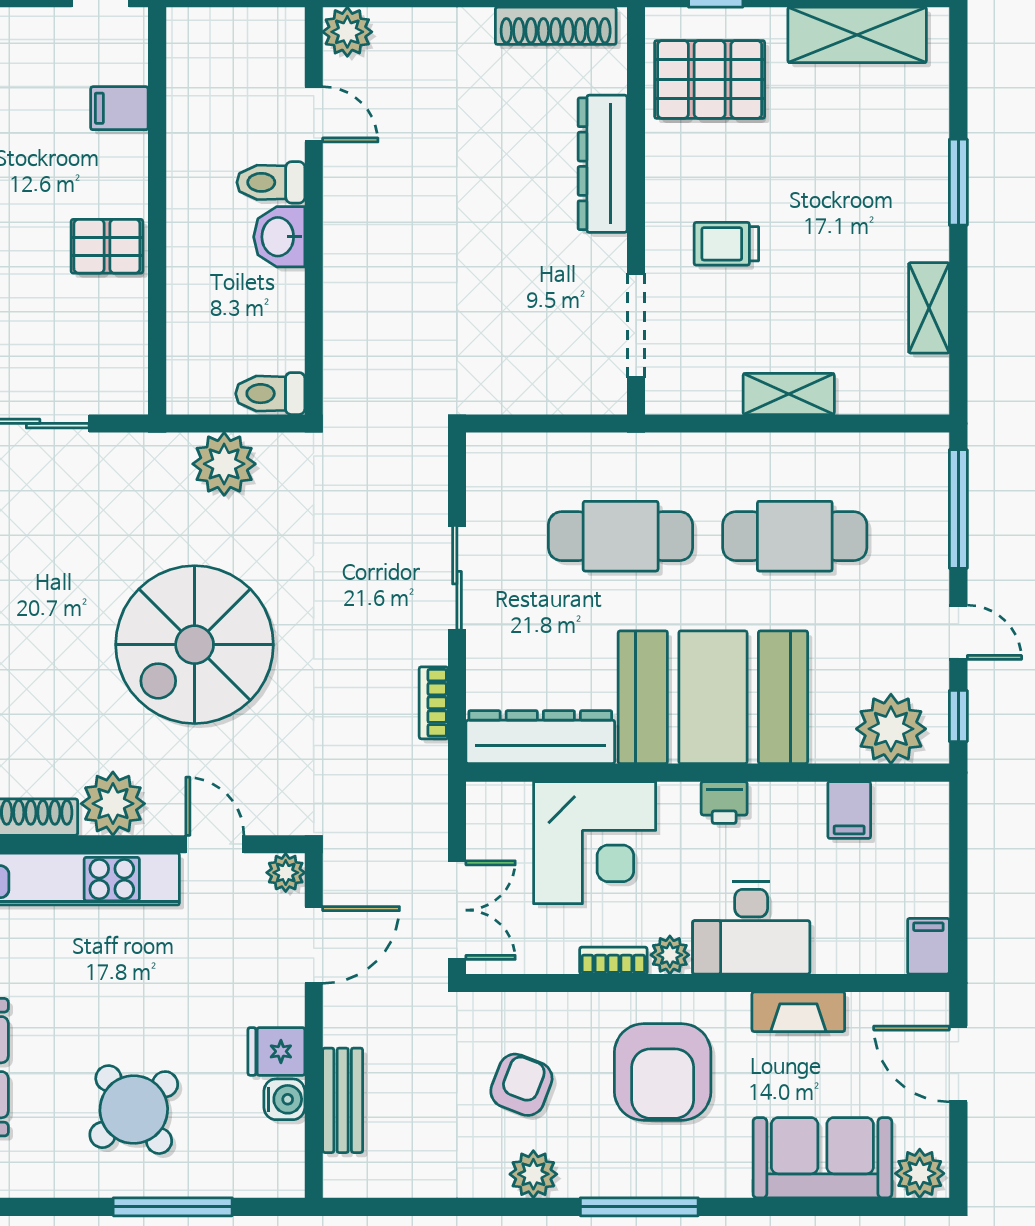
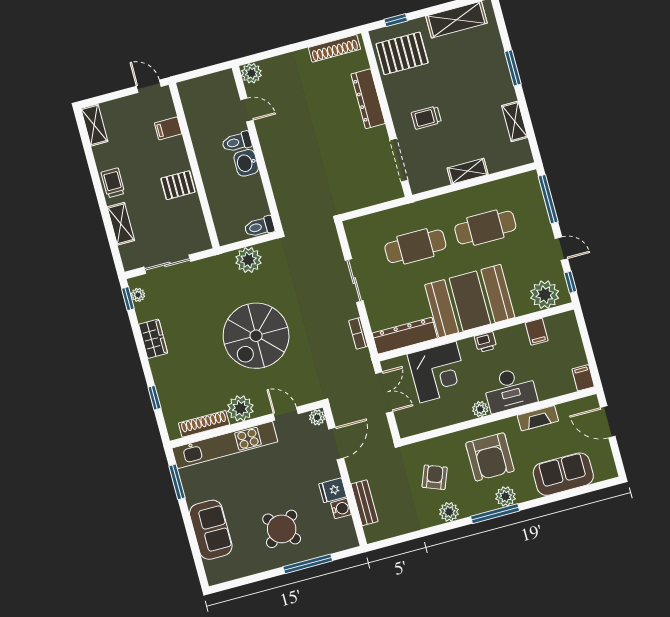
double door: (457, 910) -> (384, 392), moved
bookcase: (613, 961) -> (458, 417), removed
plant: (920, 1173) -> (506, 496), moved

